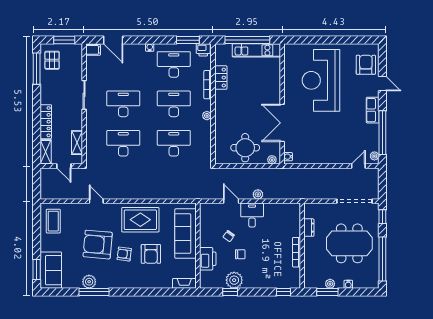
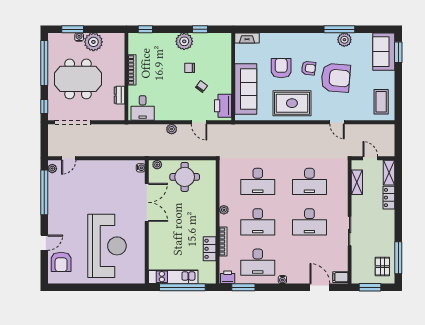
door: (382, 84) -> (44, 243), swing flipped
row of seats: (373, 110) -> (54, 215), removed
locker: (46, 122) -> (389, 198), width x0.66
desk: (252, 215) -> (143, 108), moved
printer: (208, 259) -> (223, 106), moved
plant: (234, 280) -> (184, 41), moved
plant: (330, 284) -> (93, 42), width x1.87, depth x1.87
window: (327, 292) -> (73, 29), moved

